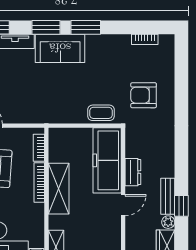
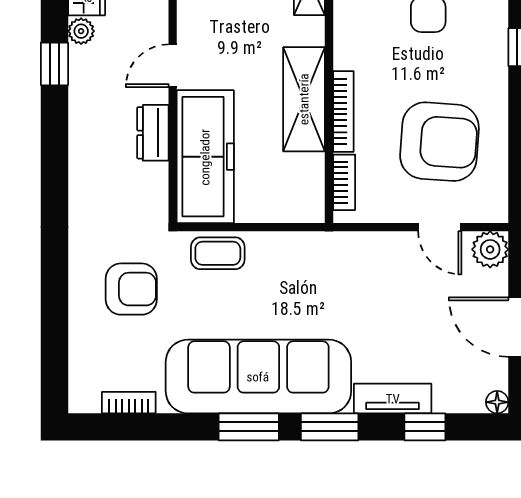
sofa: (60, 48) -> (258, 377), width x1.85, depth x1.27
bench: (168, 196) -> (82, 84), removed

